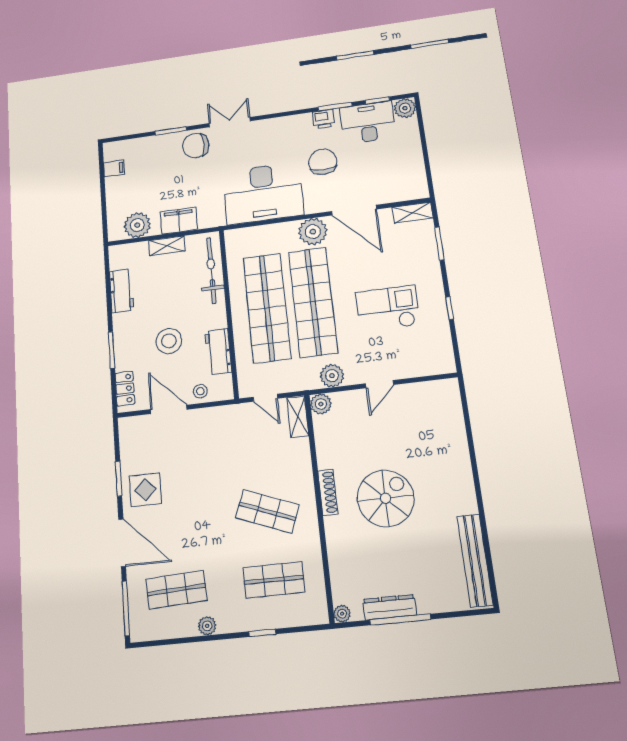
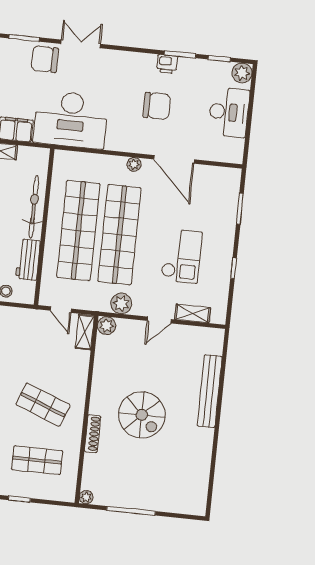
desk: (368, 123) -> (229, 112), moved, turned 90
chair: (323, 162) -> (157, 106), turned 90
desk: (263, 193) -> (71, 120), moved
shelving: (412, 213) -> (193, 314), moved
plant: (313, 232) -> (134, 164), width x0.53, depth x0.53
bicycle: (211, 270) -> (34, 207), moved
checkout: (388, 308) -> (182, 256), turned 90
shoe rack: (328, 492) -> (93, 434), moved
spiral stairs: (385, 498) -> (142, 415), turned 90
bench: (475, 560) -> (210, 391), moved
dresser: (390, 607) -> (125, 500), removed

